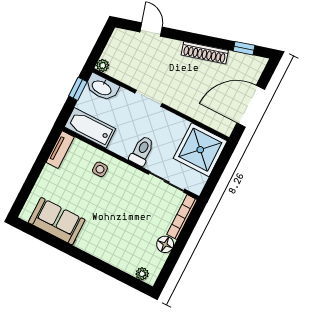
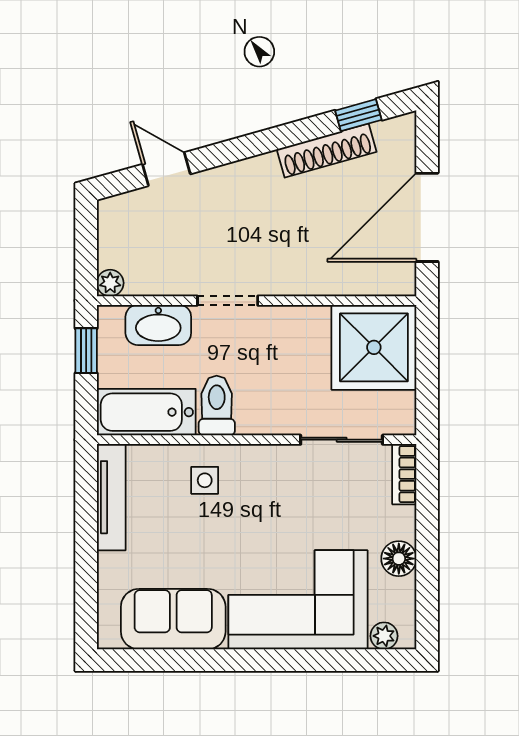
shoe rack: (205, 53) -> (327, 151), moved
washbasin: (102, 87) -> (158, 325), moved
tv unit: (60, 150) -> (111, 497), width x1.41
toilet: (142, 151) -> (217, 406), moved
bookcase: (182, 217) -> (404, 474), width x0.64
corner sofa: (114, 240) -> (298, 600), added

